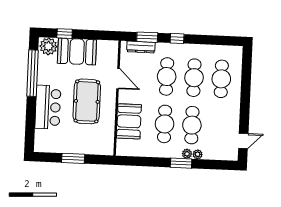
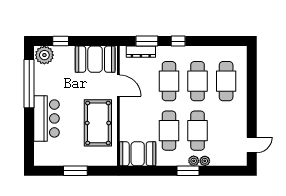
booth: (77, 52) -> (95, 59), moved
pool table: (87, 101) -> (98, 123), moved
booth: (129, 121) -> (138, 154), moved, turned 90

